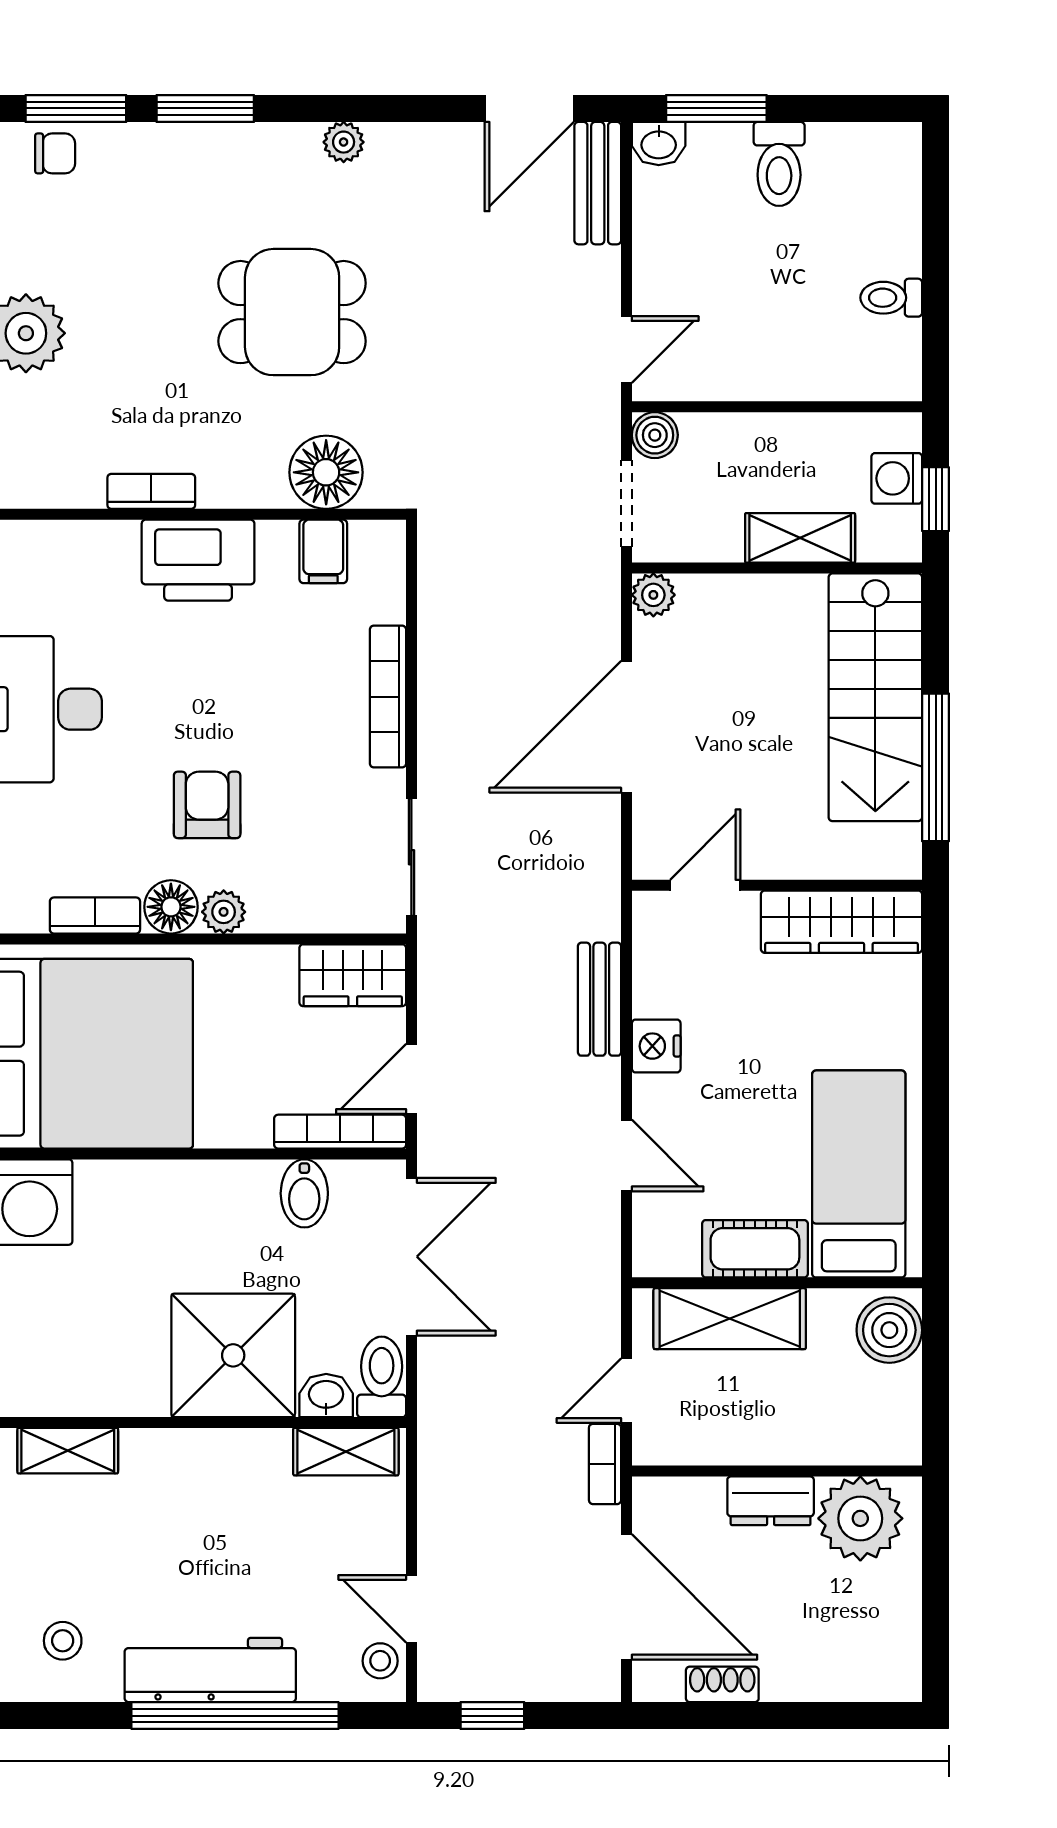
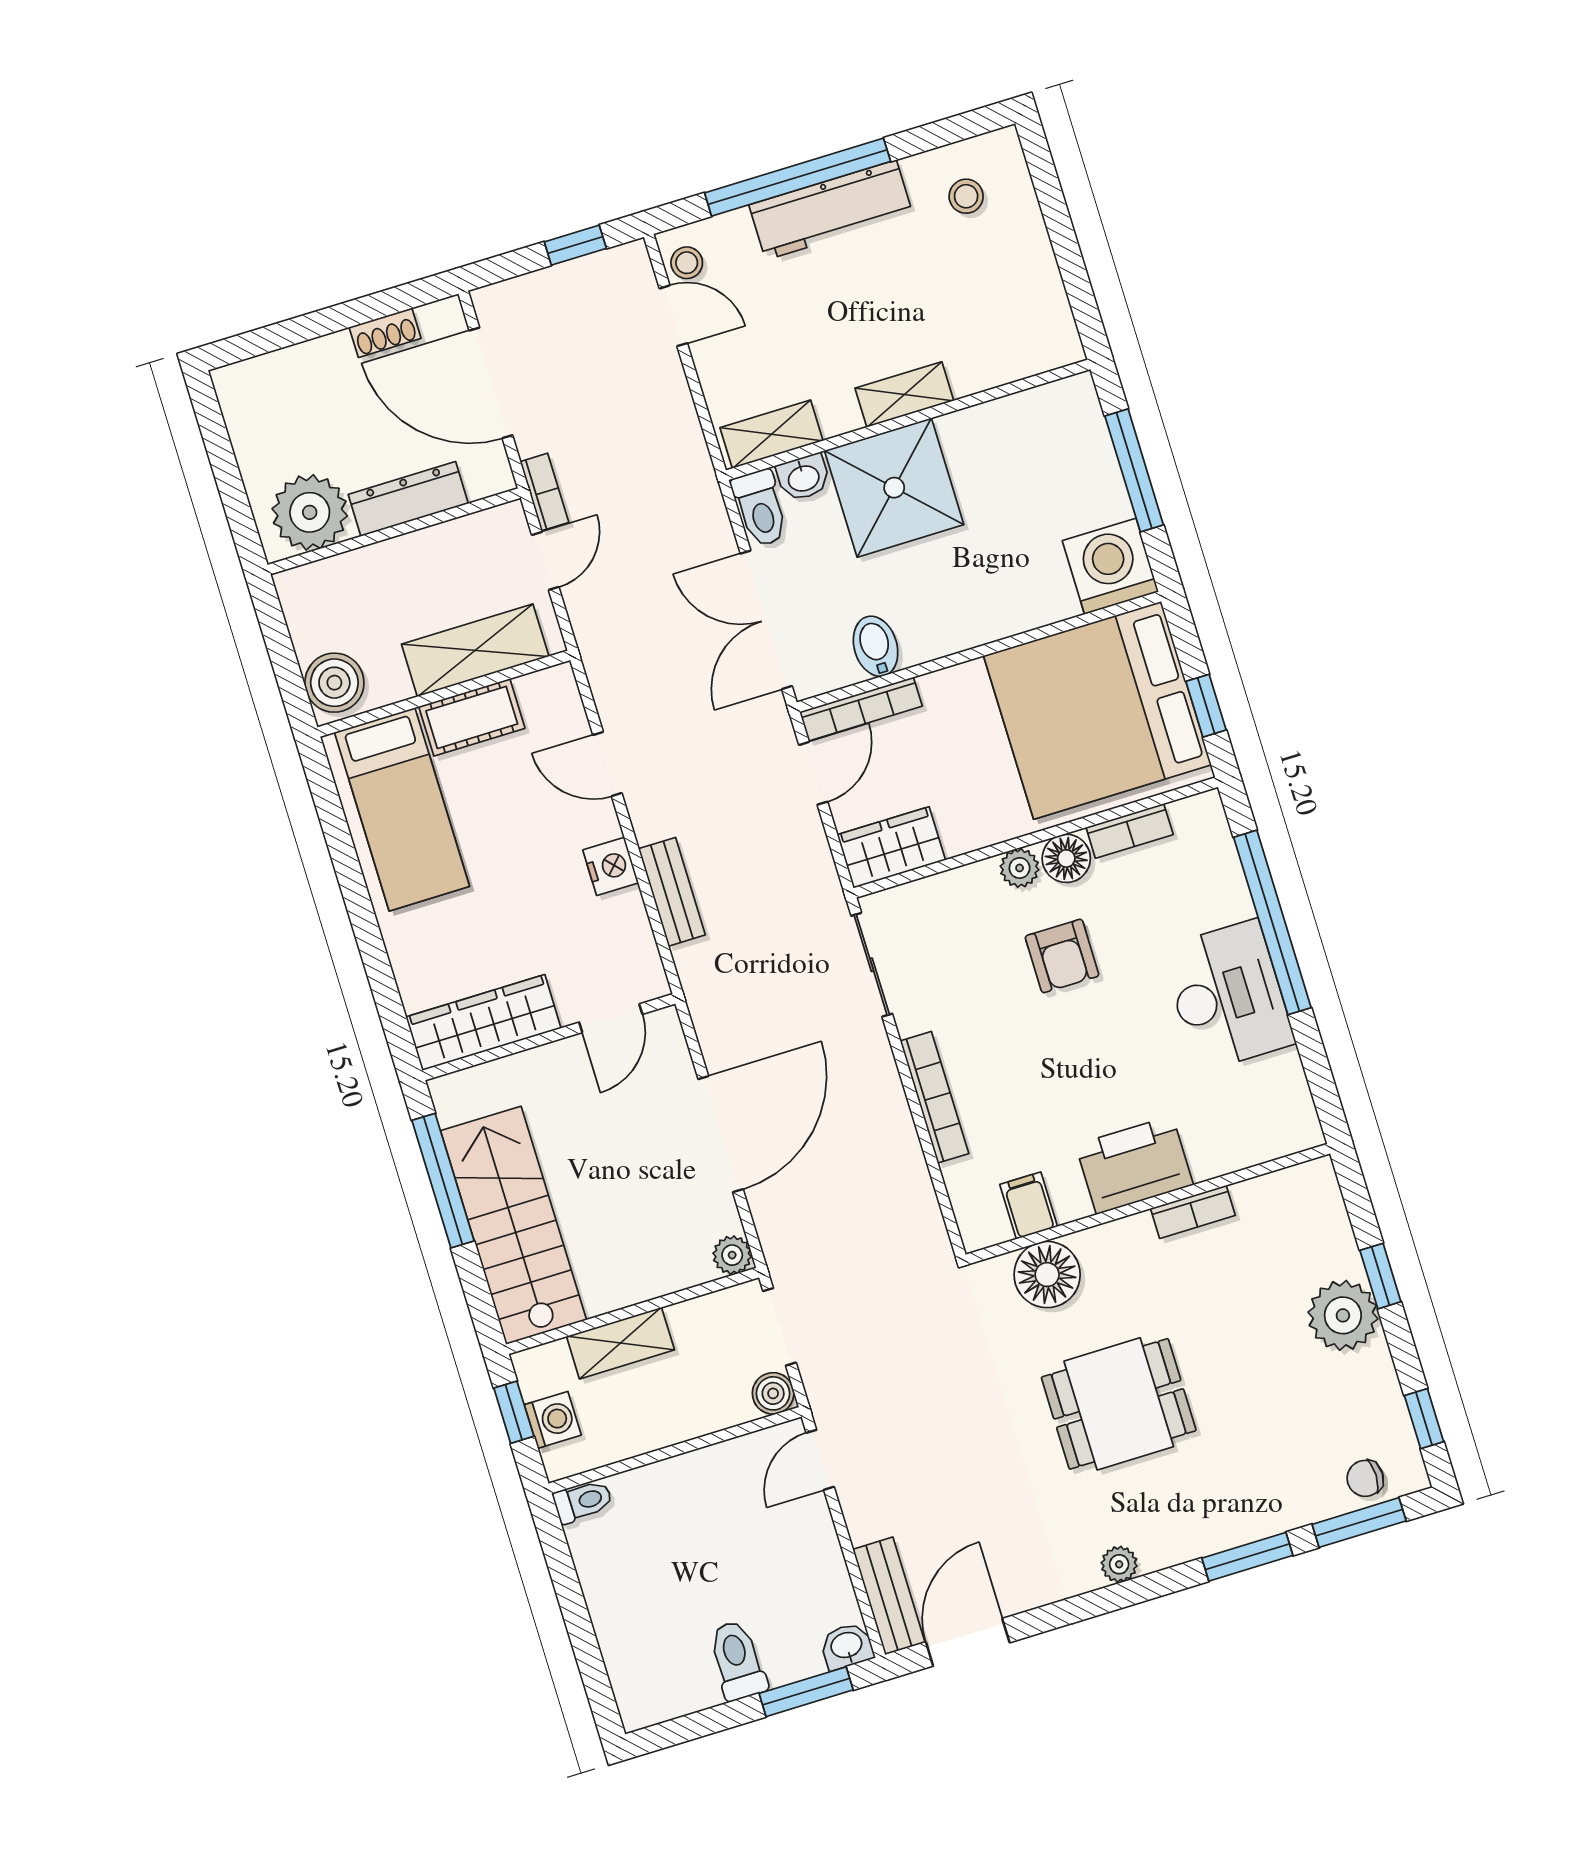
toilet: (891, 298) -> (583, 1501), moved
shelving: (68, 1451) -> (904, 395), moved
dresser: (771, 1501) -> (408, 499), width x1.44

